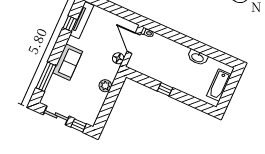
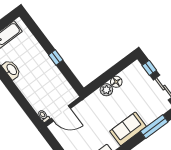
door: (134, 43) -> (61, 113), hinge flipped
floor lamp: (118, 58) -> (116, 82), moved

